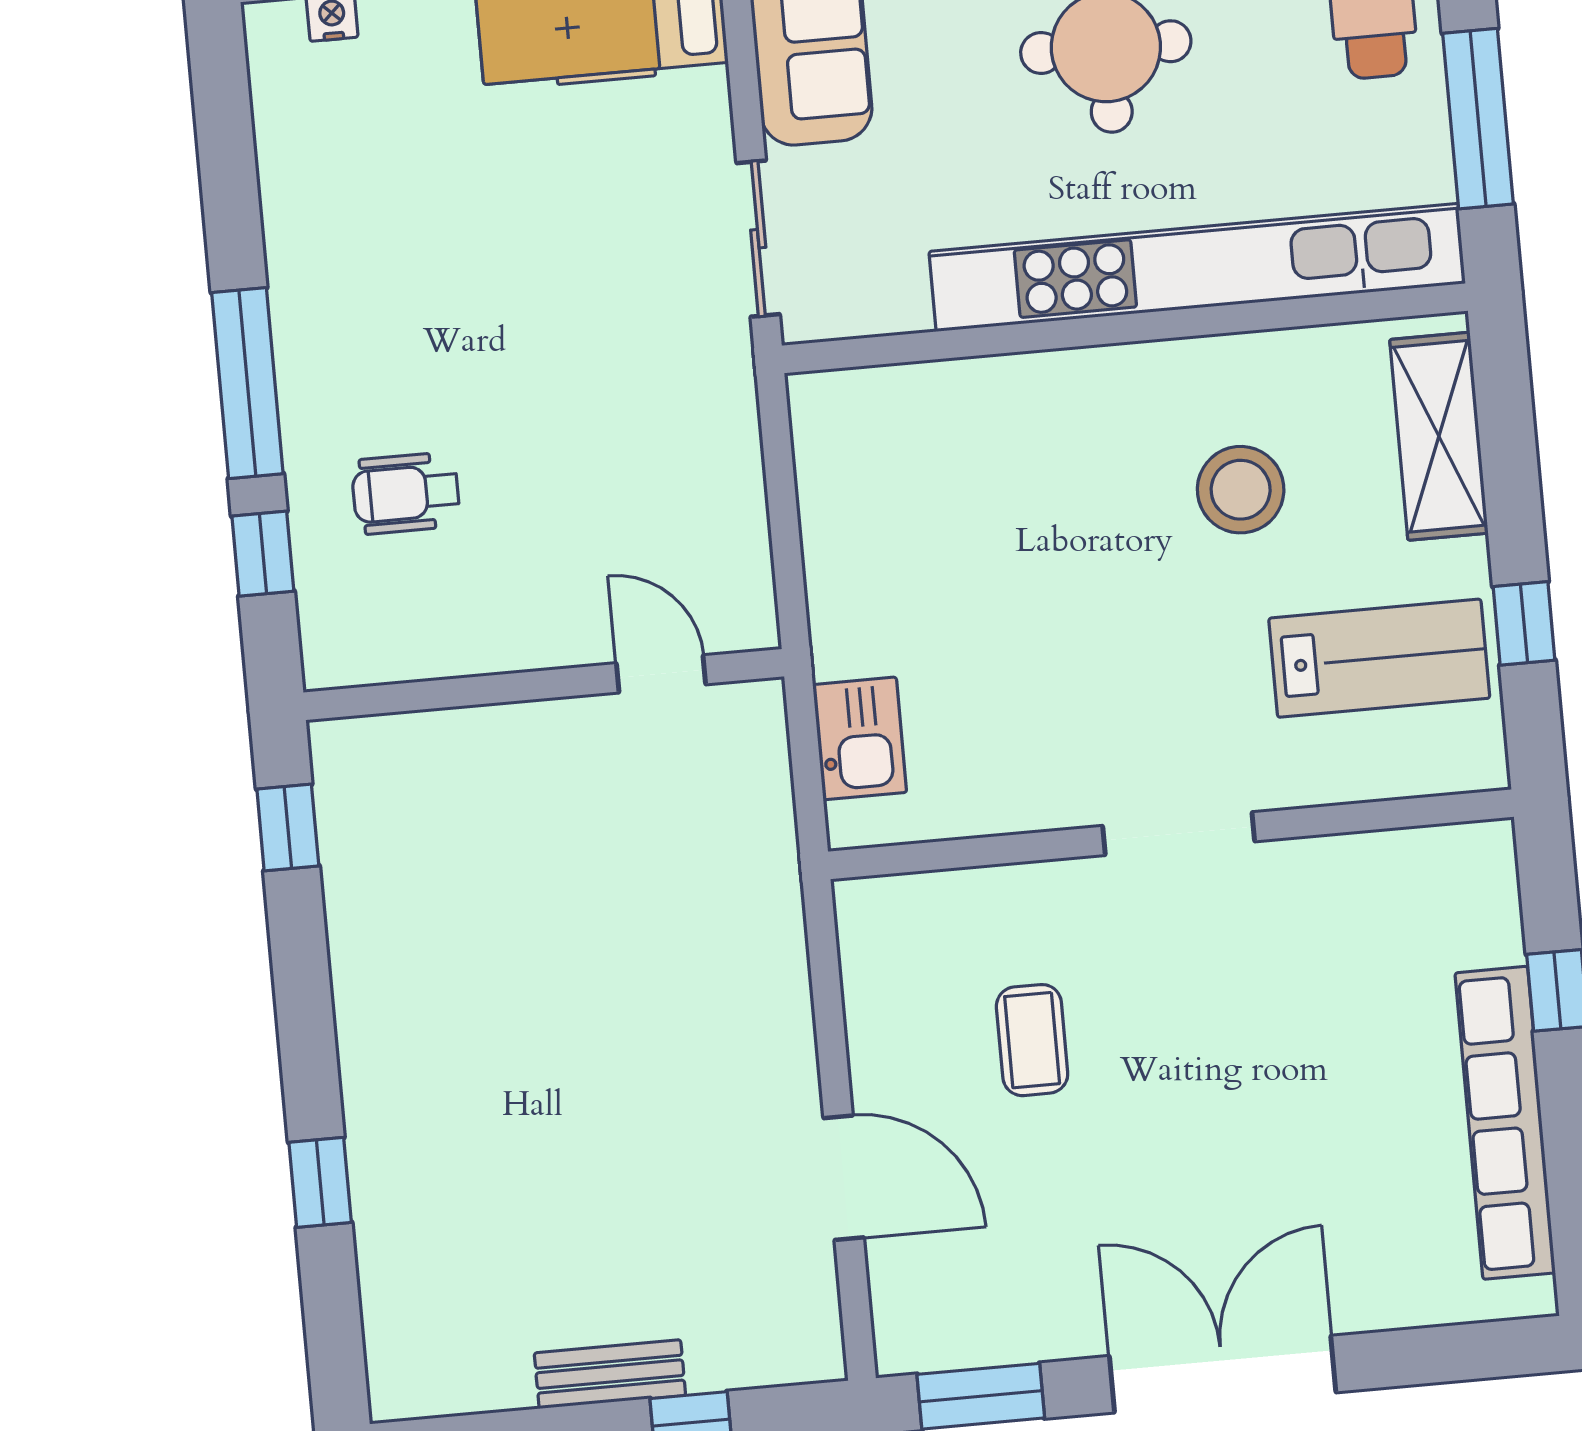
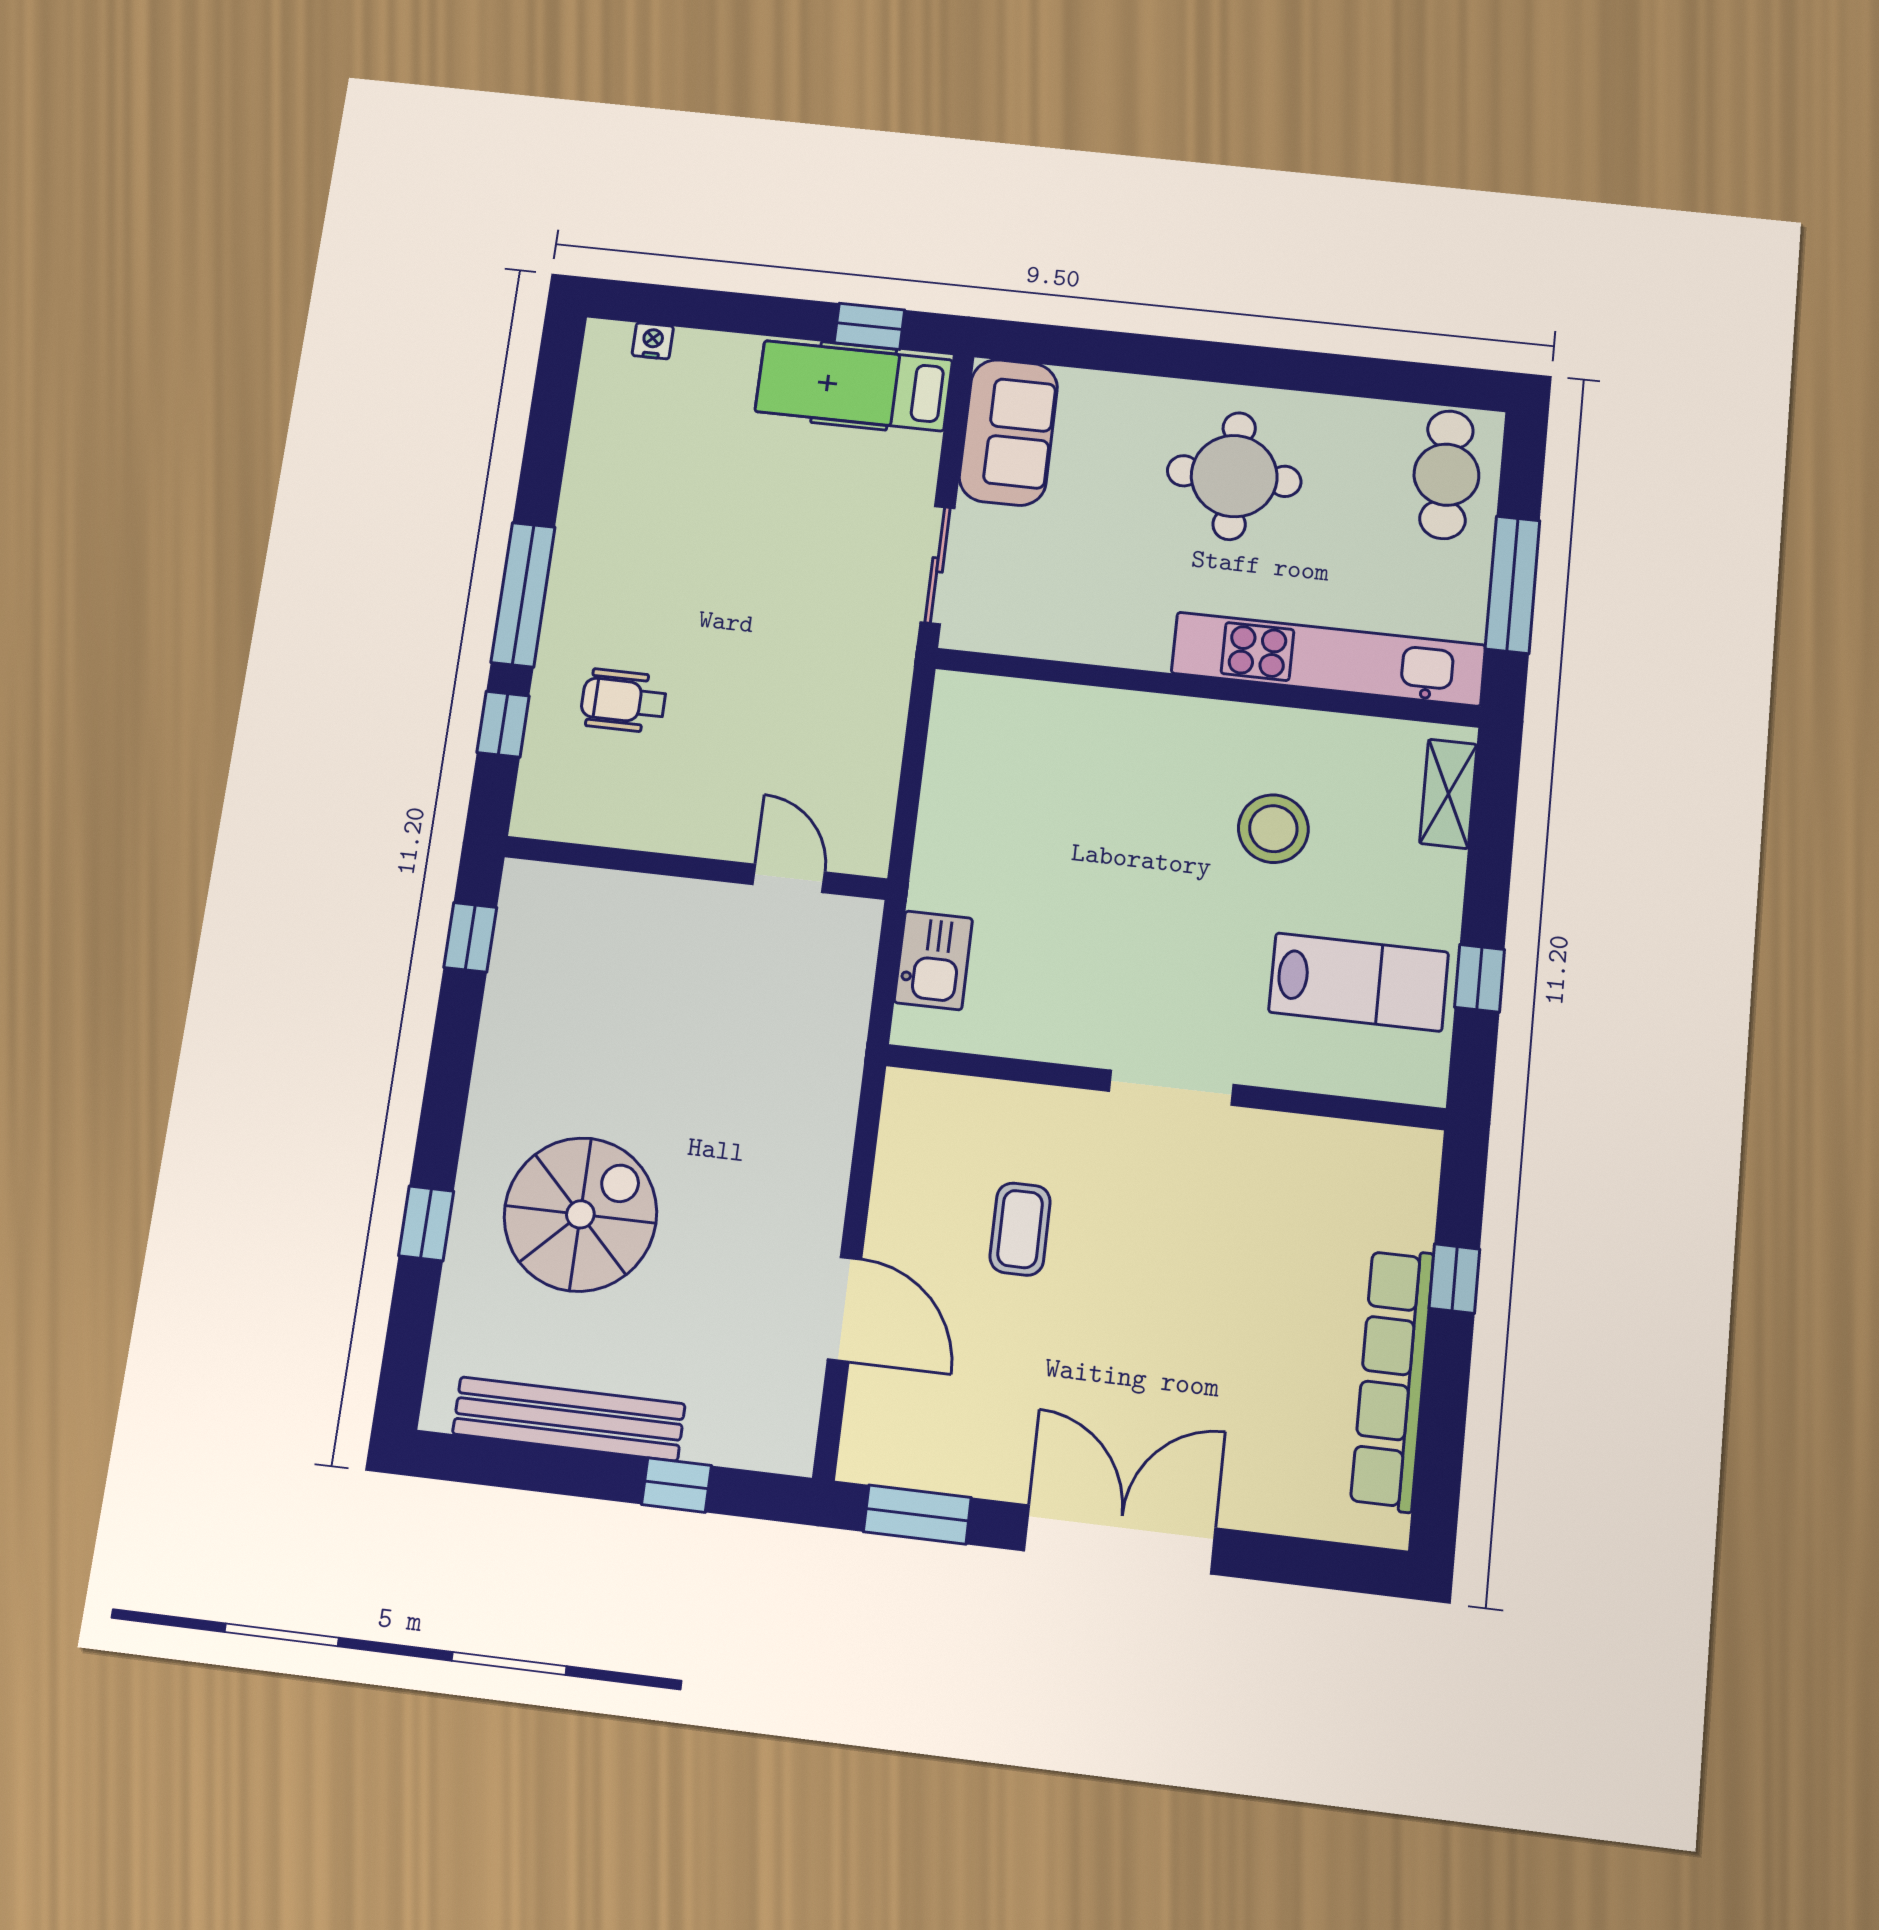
kitchen unit: (1197, 267) -> (1328, 659), width x0.73
shelving: (1439, 436) -> (1448, 794), width x0.67, depth x0.75
spiral stairs: (503, 1133) -> (580, 1214), added
bench: (610, 1374) -> (569, 1419), width x1.86, depth x1.21

